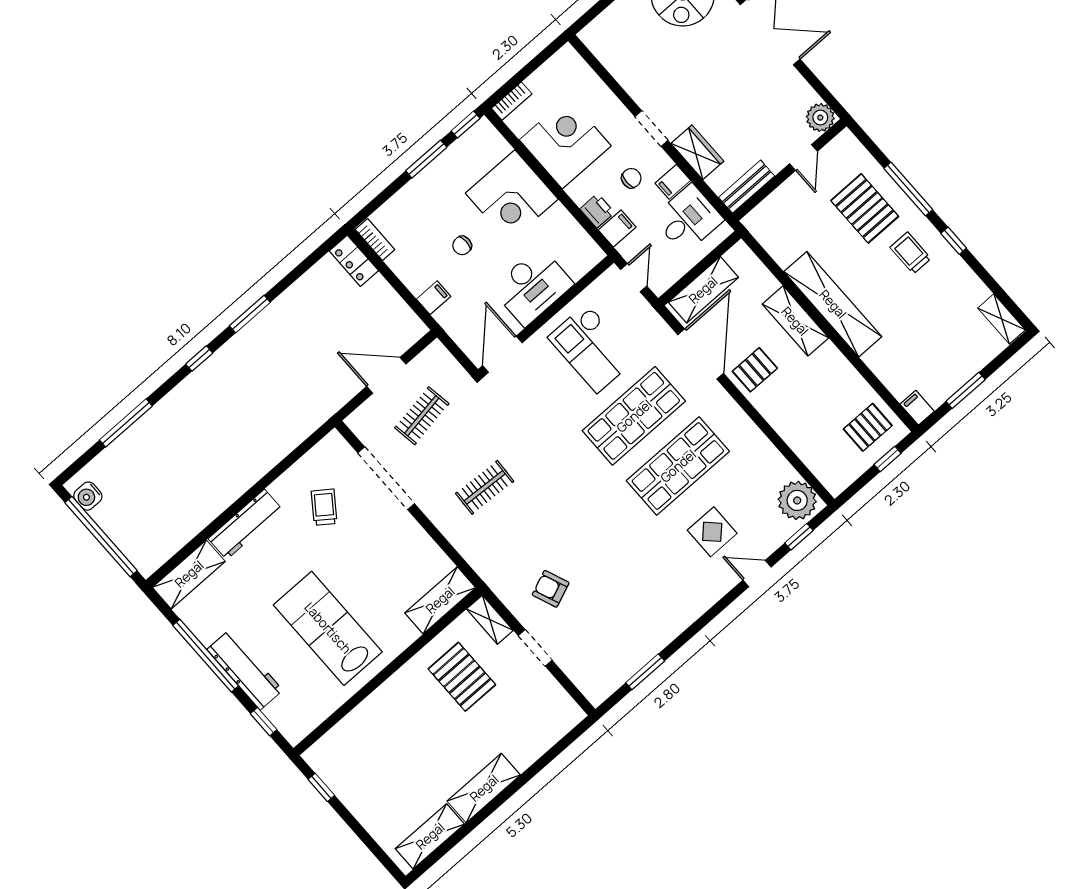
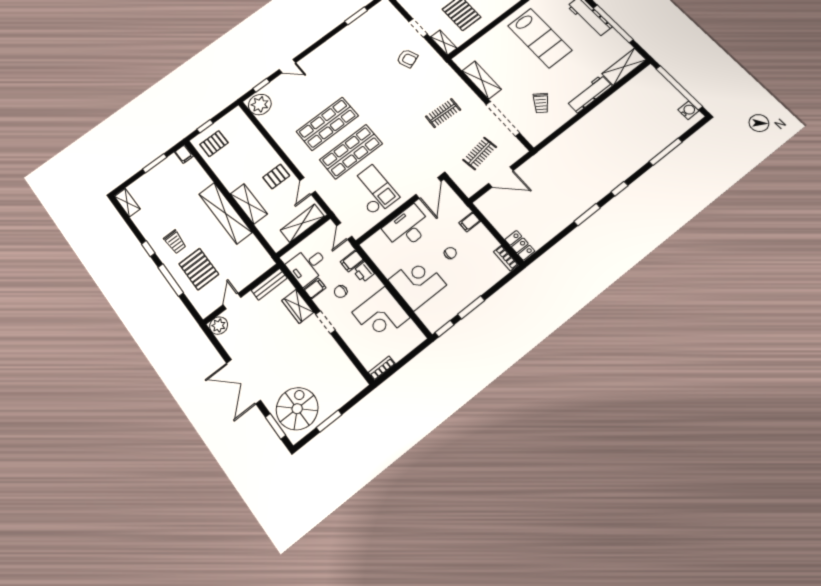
bookcase: (512, 101) -> (382, 368), moved
door: (701, 354) -> (308, 186), width x0.53
display table: (712, 532) -> (311, 88), removed
shelving: (440, 600) -> (482, 80), moved, turned 90

